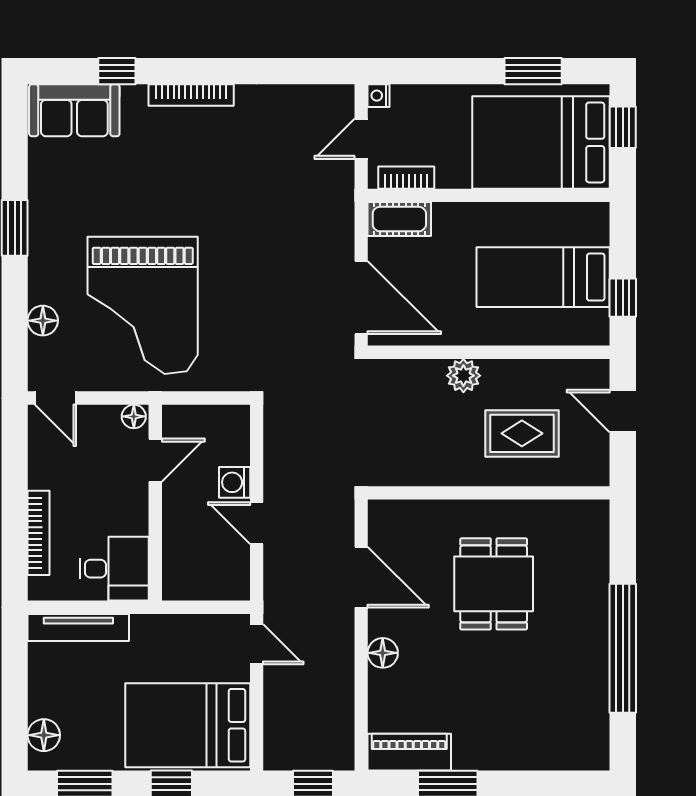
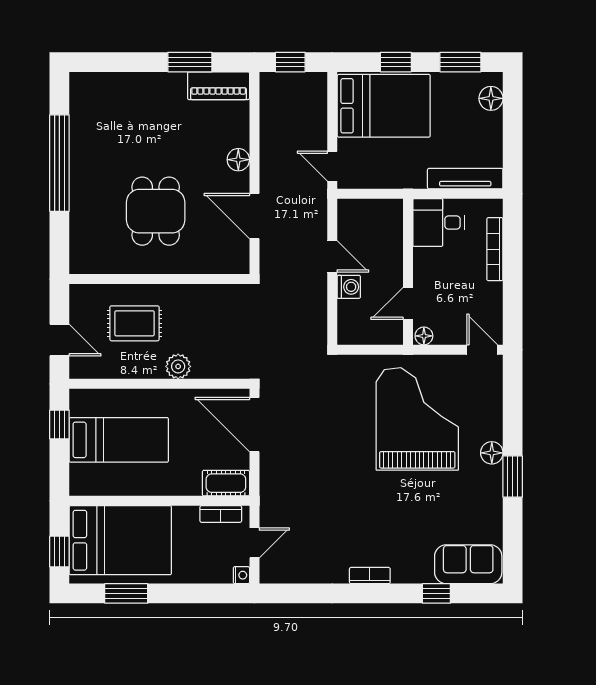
bookcase: (191, 95) -> (370, 576), width x0.64
floor lamp: (43, 321) -> (492, 453), moved

